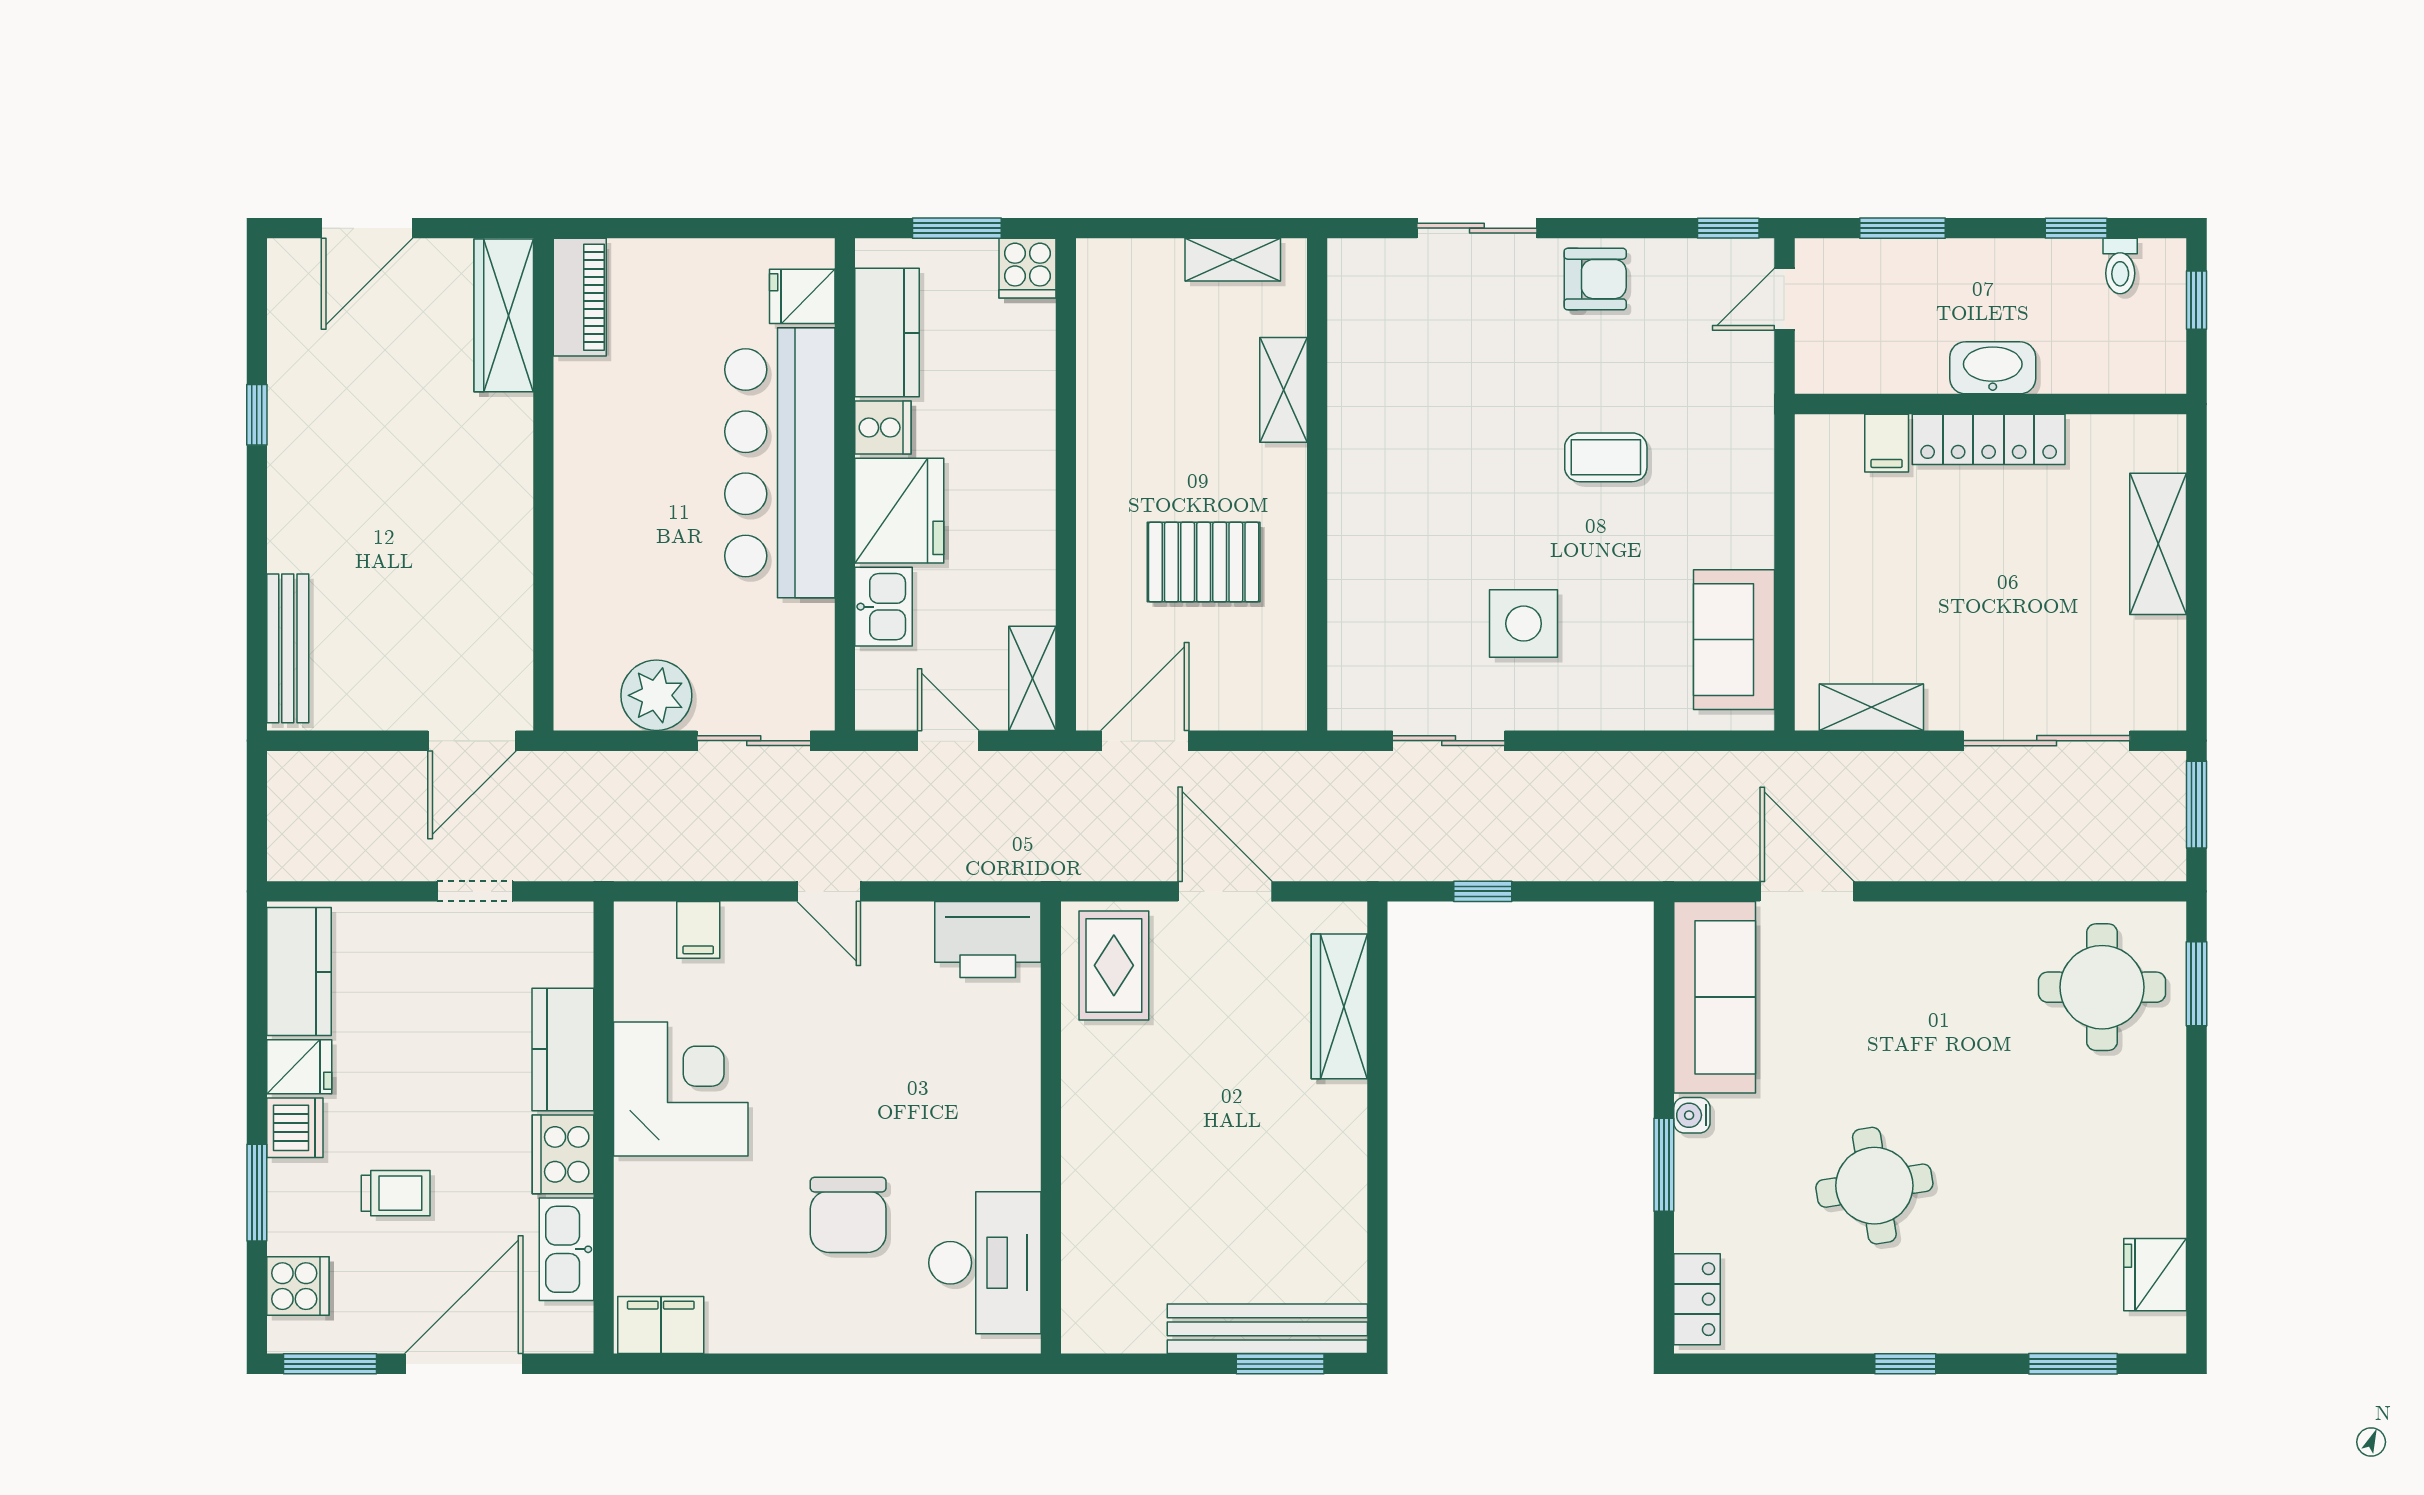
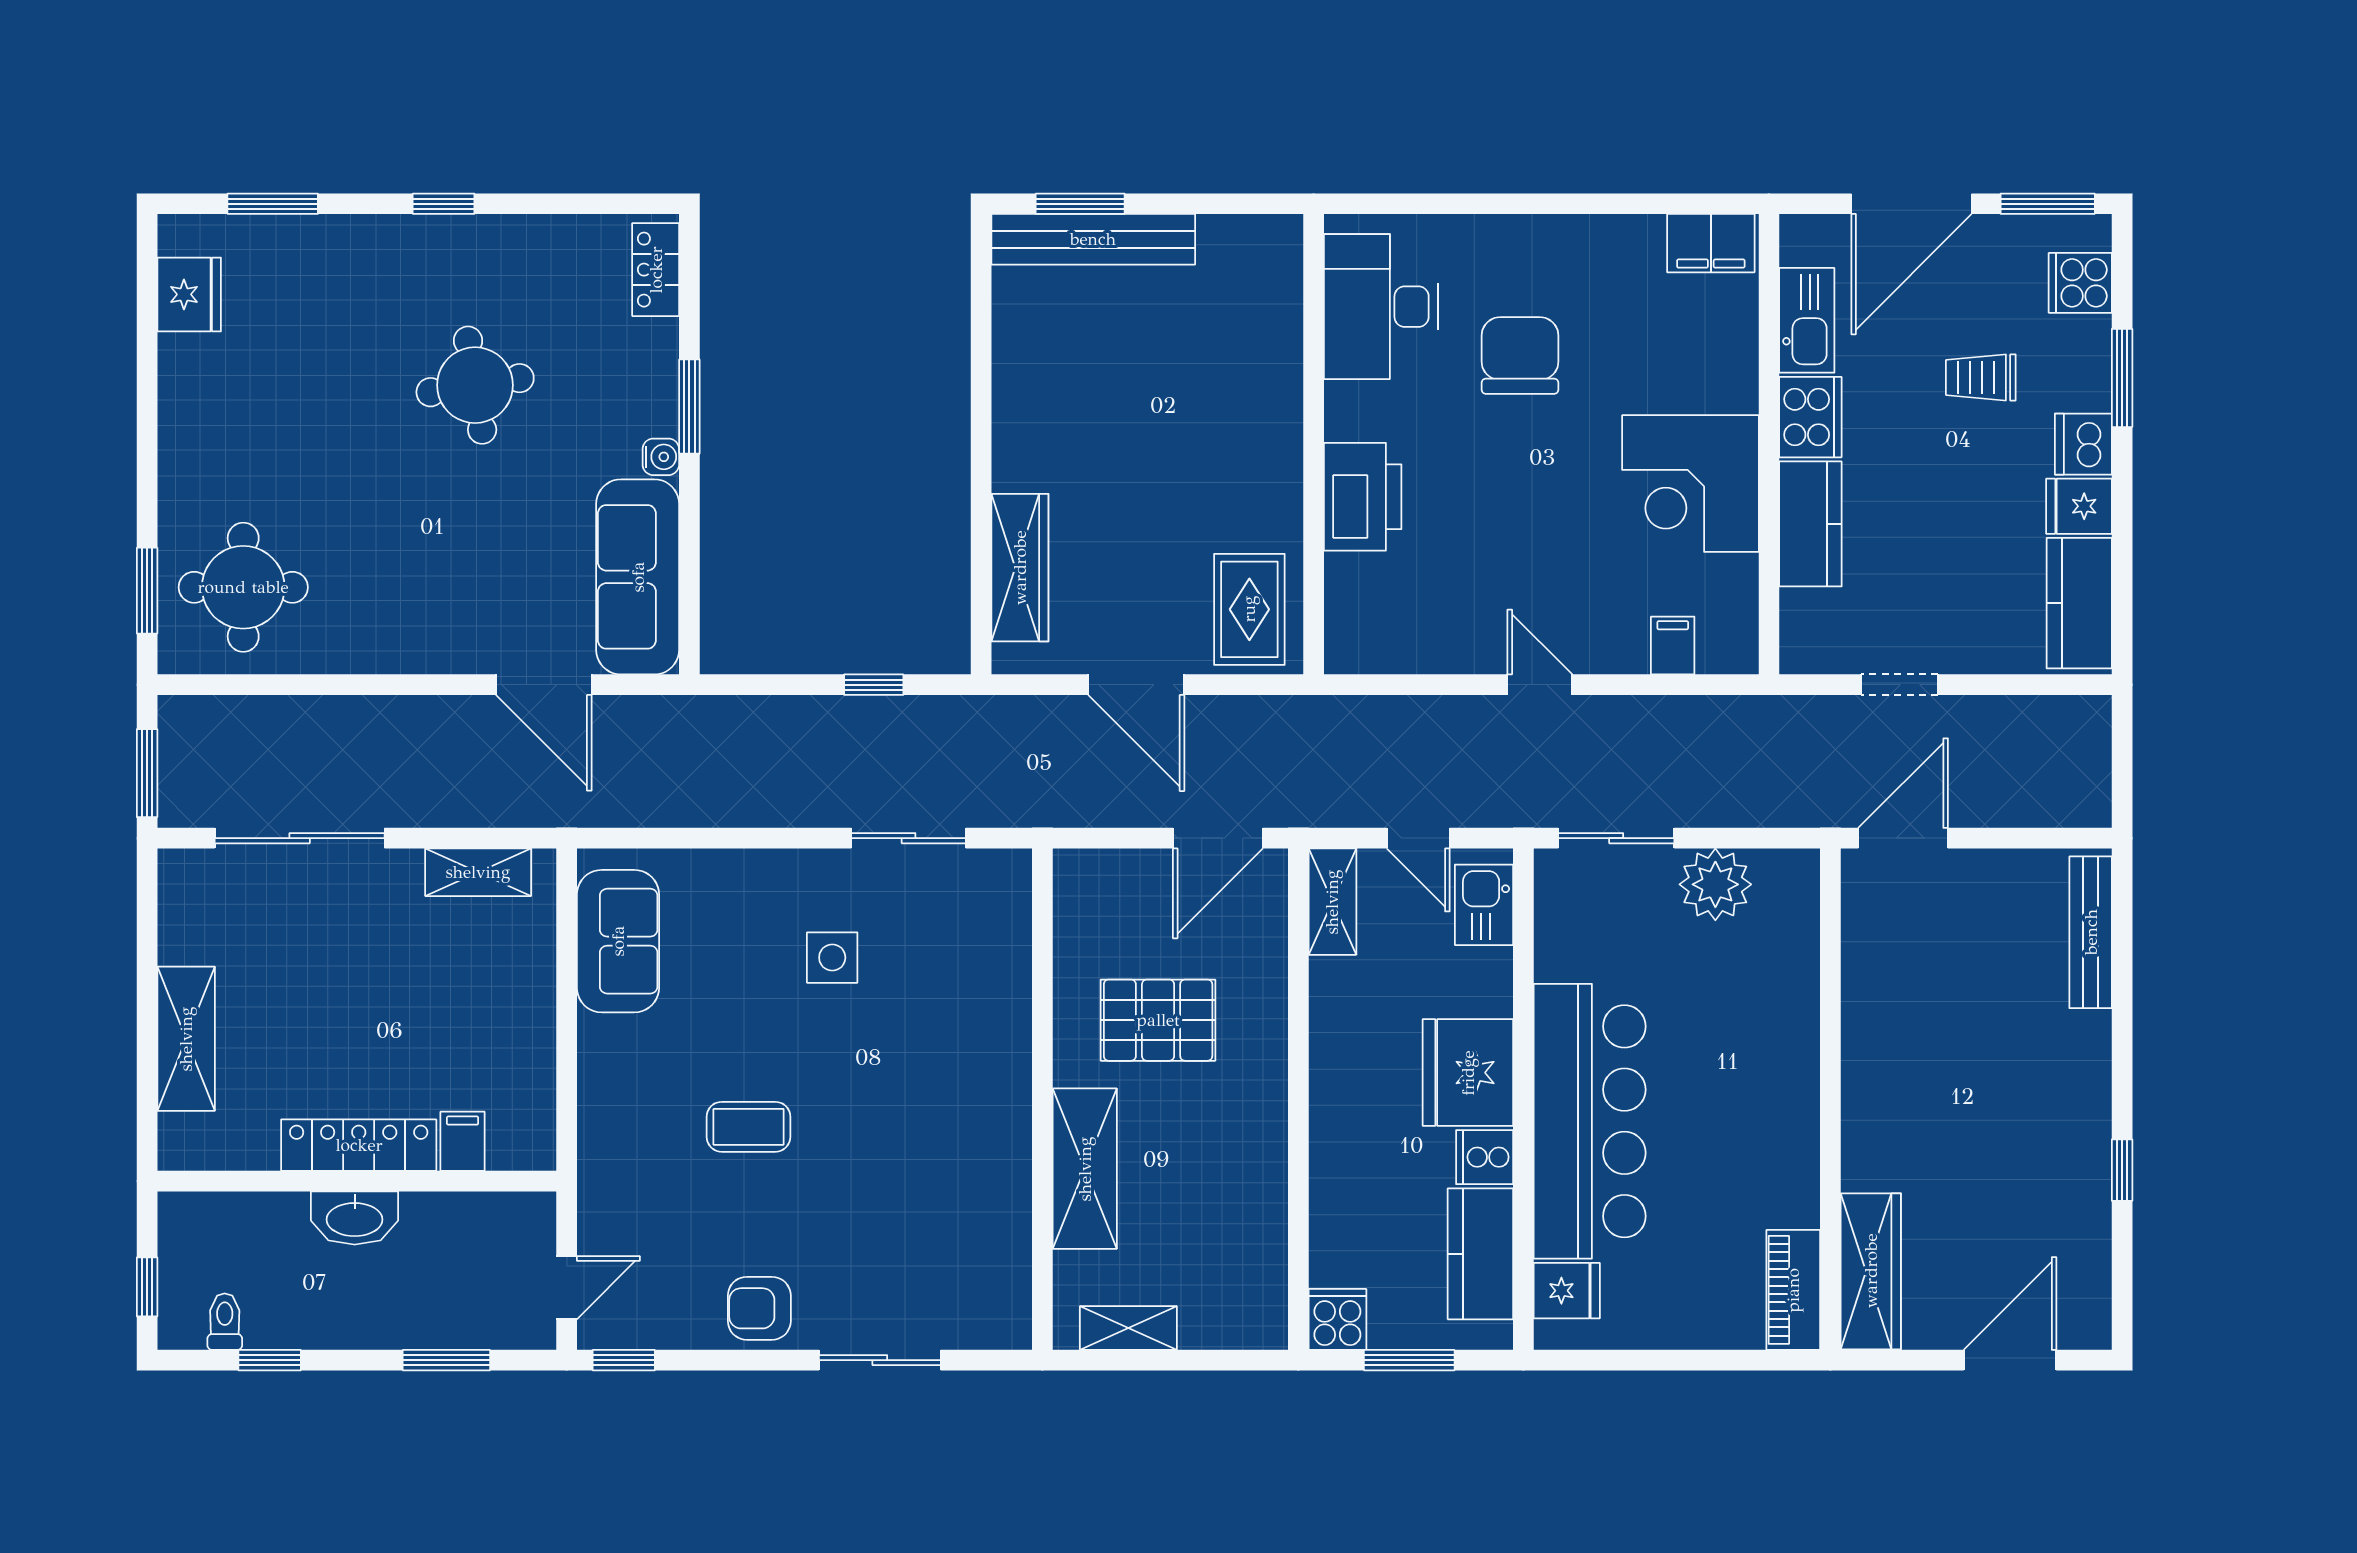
shelving: (1283, 390) -> (1085, 1169), width x1.50, depth x1.33
kitchen sink: (884, 607) -> (1484, 905), moved
side table: (1524, 624) -> (832, 958), width x0.73, depth x0.73
printer: (988, 940) -> (1363, 497), moved, turned 90

